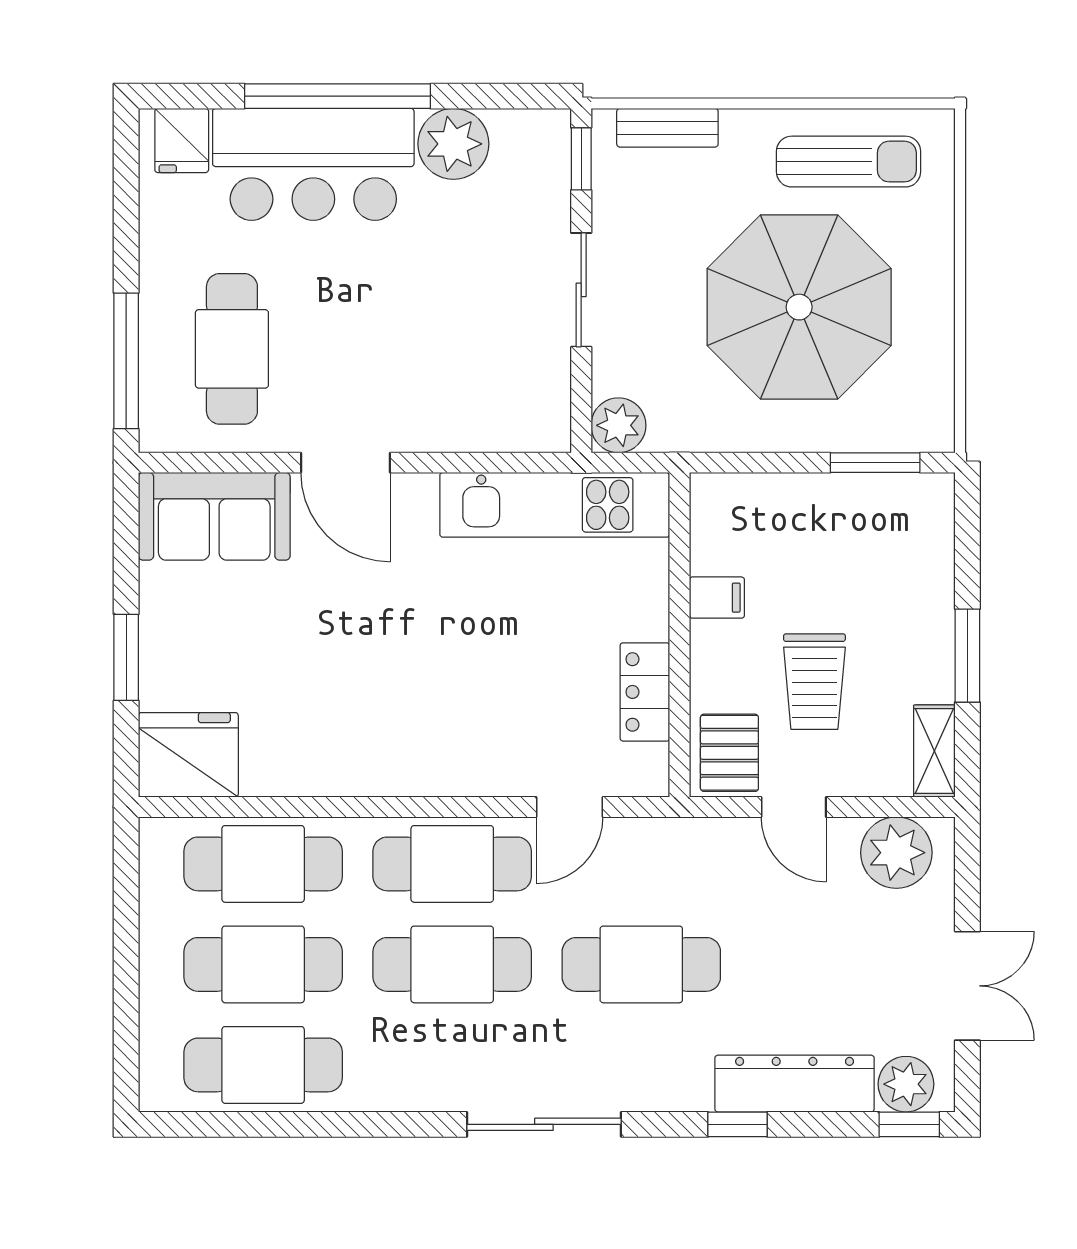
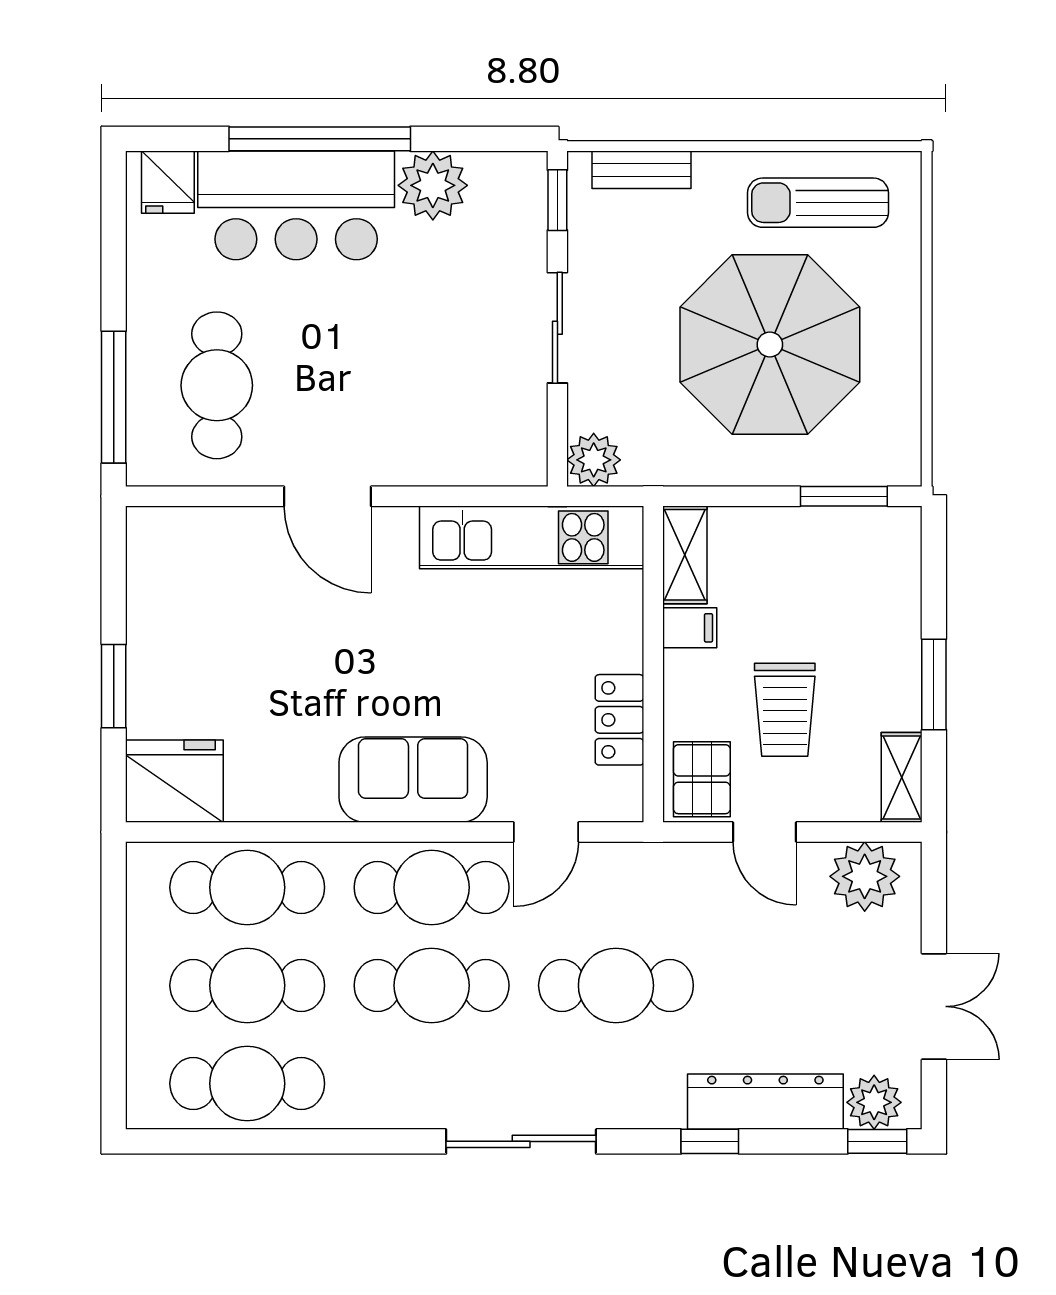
sun lounger: (849, 162) -> (818, 203), turned 180
sofa: (214, 516) -> (413, 780), moved, turned 180
shelving: (712, 523) -> (685, 555), added

